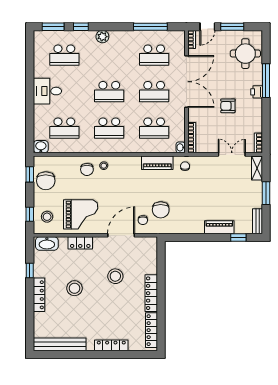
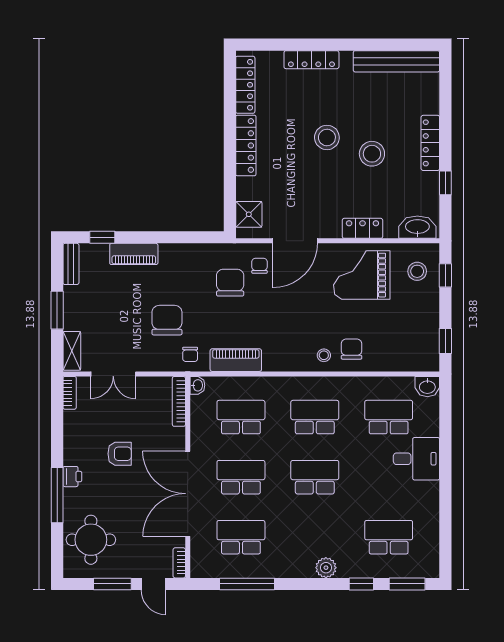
door: (207, 27) -> (153, 584), swing flipped
desk: (47, 91) -> (416, 459), moved
chair: (46, 181) -> (167, 320), moved
shower: (149, 251) -> (249, 214), added
stool: (115, 276) -> (327, 137), moved

